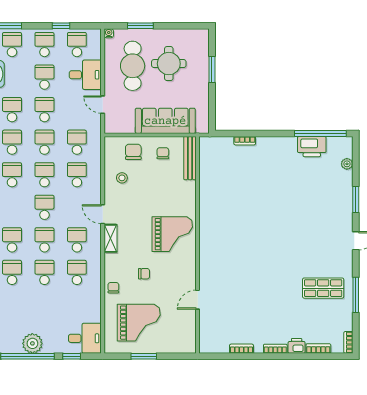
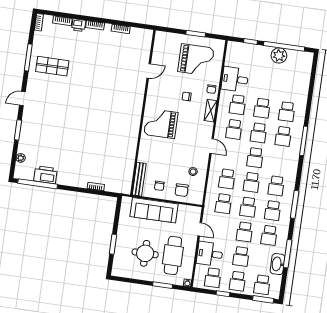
shelving: (110, 238) -> (211, 111), moved
grand piano: (139, 323) -> (196, 60), turned 180
desk: (85, 338) -> (235, 79), moved

